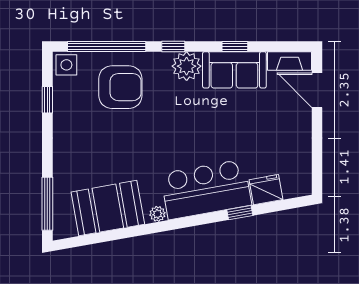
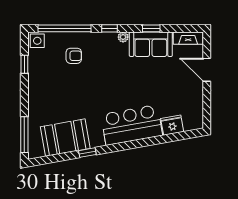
plant: (187, 66) -> (123, 37), width x0.53, depth x0.53
armchair: (120, 87) -> (74, 56), width x0.53, depth x0.53
door: (317, 90) -> (207, 70), moved
window: (240, 213) -> (87, 153), moved
plant: (157, 214) -> (99, 142), removed

